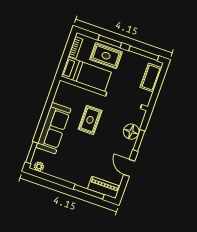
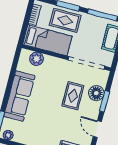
plant: (74, 92) -> (37, 59), added
rug: (90, 120) -> (73, 96), moved

